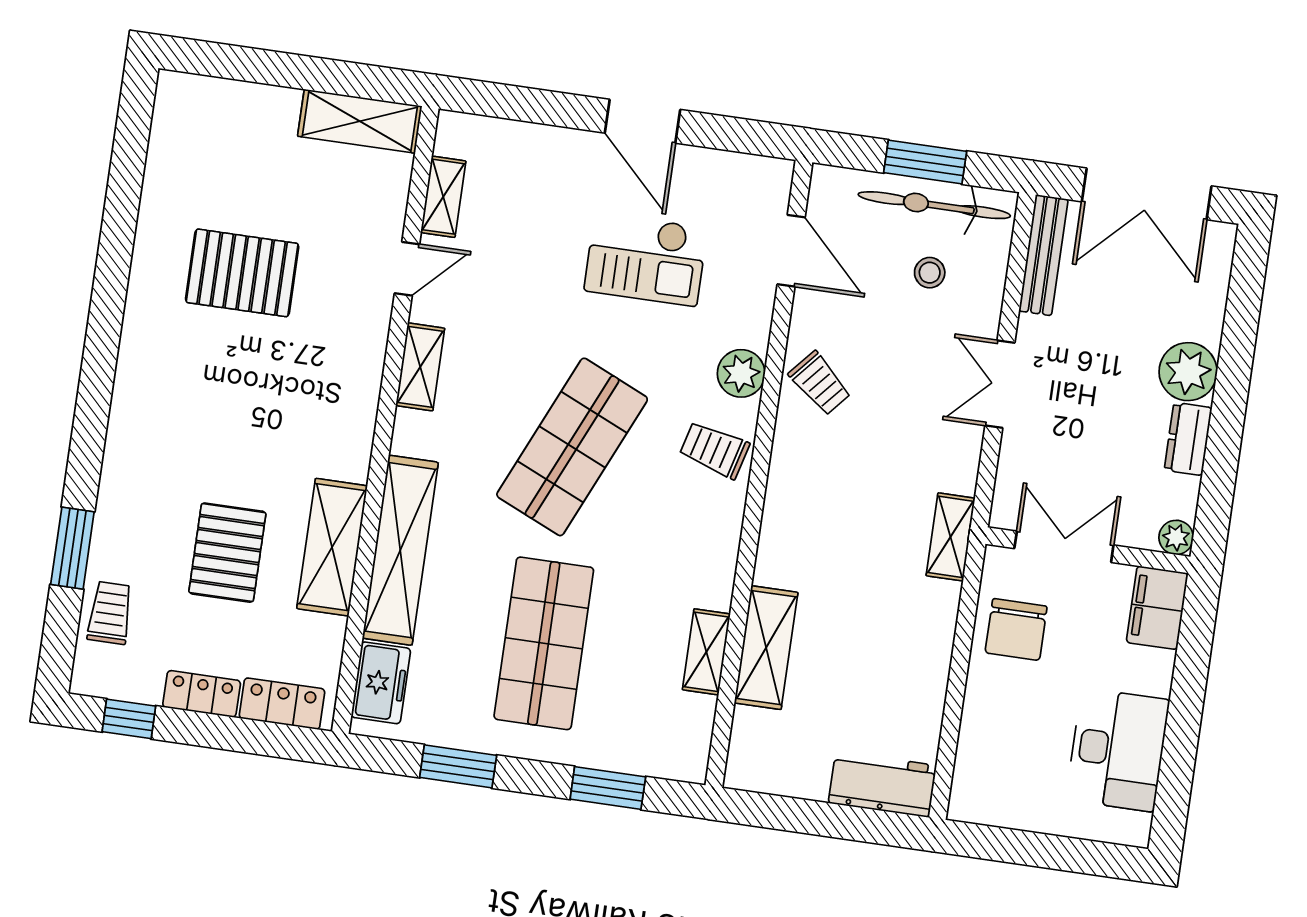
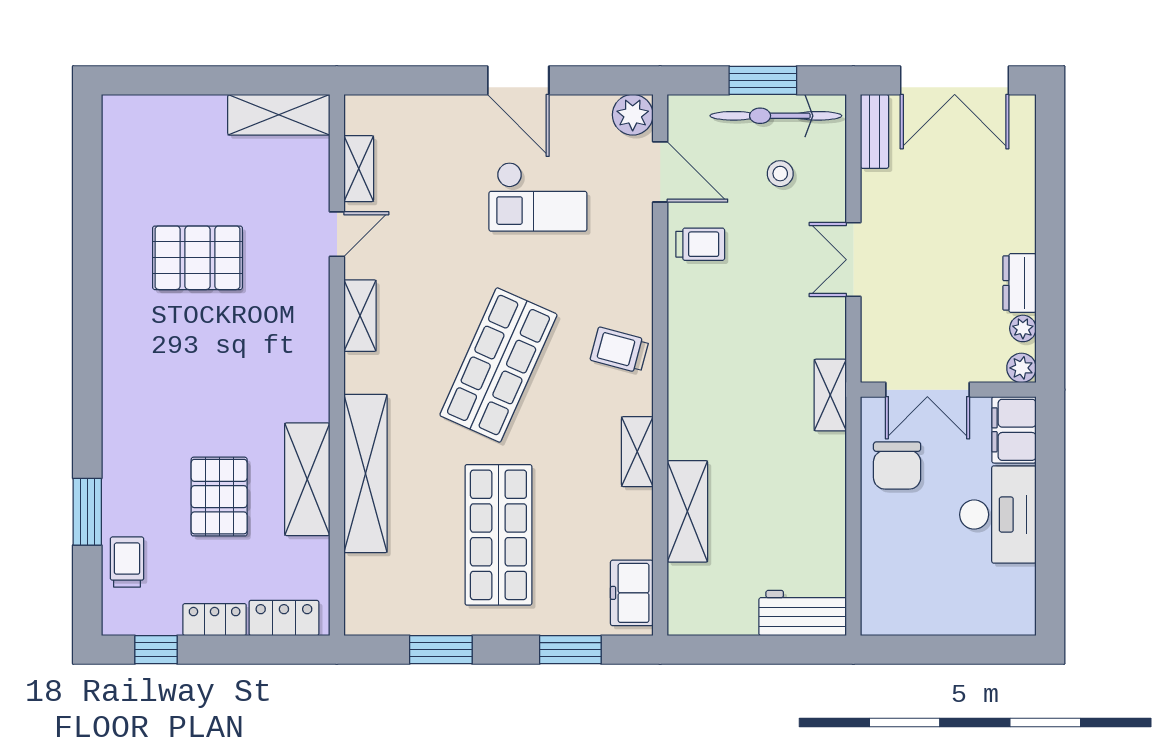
bench: (1043, 255) -> (875, 131), width x0.73
plant: (1188, 372) -> (1023, 328), moved, width x0.53, depth x0.53
plant: (741, 373) -> (633, 115), moved
trolley: (820, 383) -> (700, 244), moved, turned -41
double door: (1064, 547) -> (927, 390), swing flipped
shelving: (706, 652) -> (637, 452), moved
freezer: (381, 683) -> (632, 593), moved, turned 180
desk: (1118, 750) -> (998, 515), moved

